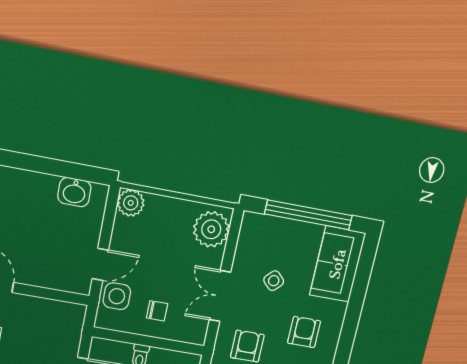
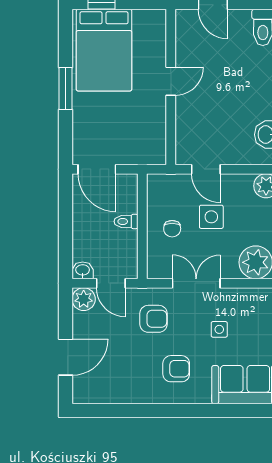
side table: (274, 281) -> (219, 329), turned 45
side table: (117, 296) -> (211, 217), moved

